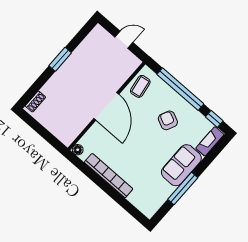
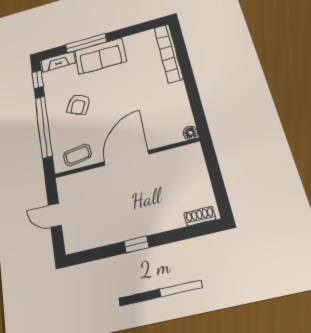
window: (60, 59) -> (136, 244), width x0.67
bookcase: (109, 176) -> (168, 53), moved
window: (183, 188) -> (86, 43), moved

